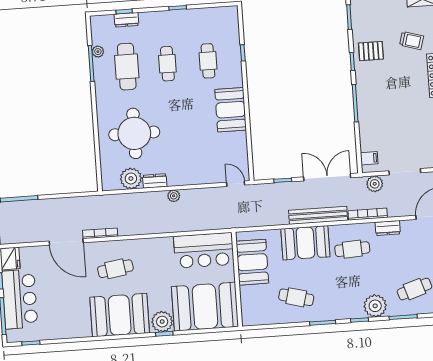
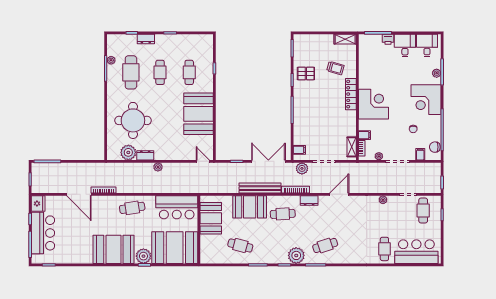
dresser: (126, 20) -> (146, 39), moved
booth: (231, 110) -> (199, 114), width x1.36, depth x1.42
cafe table: (115, 269) -> (132, 208), moved

